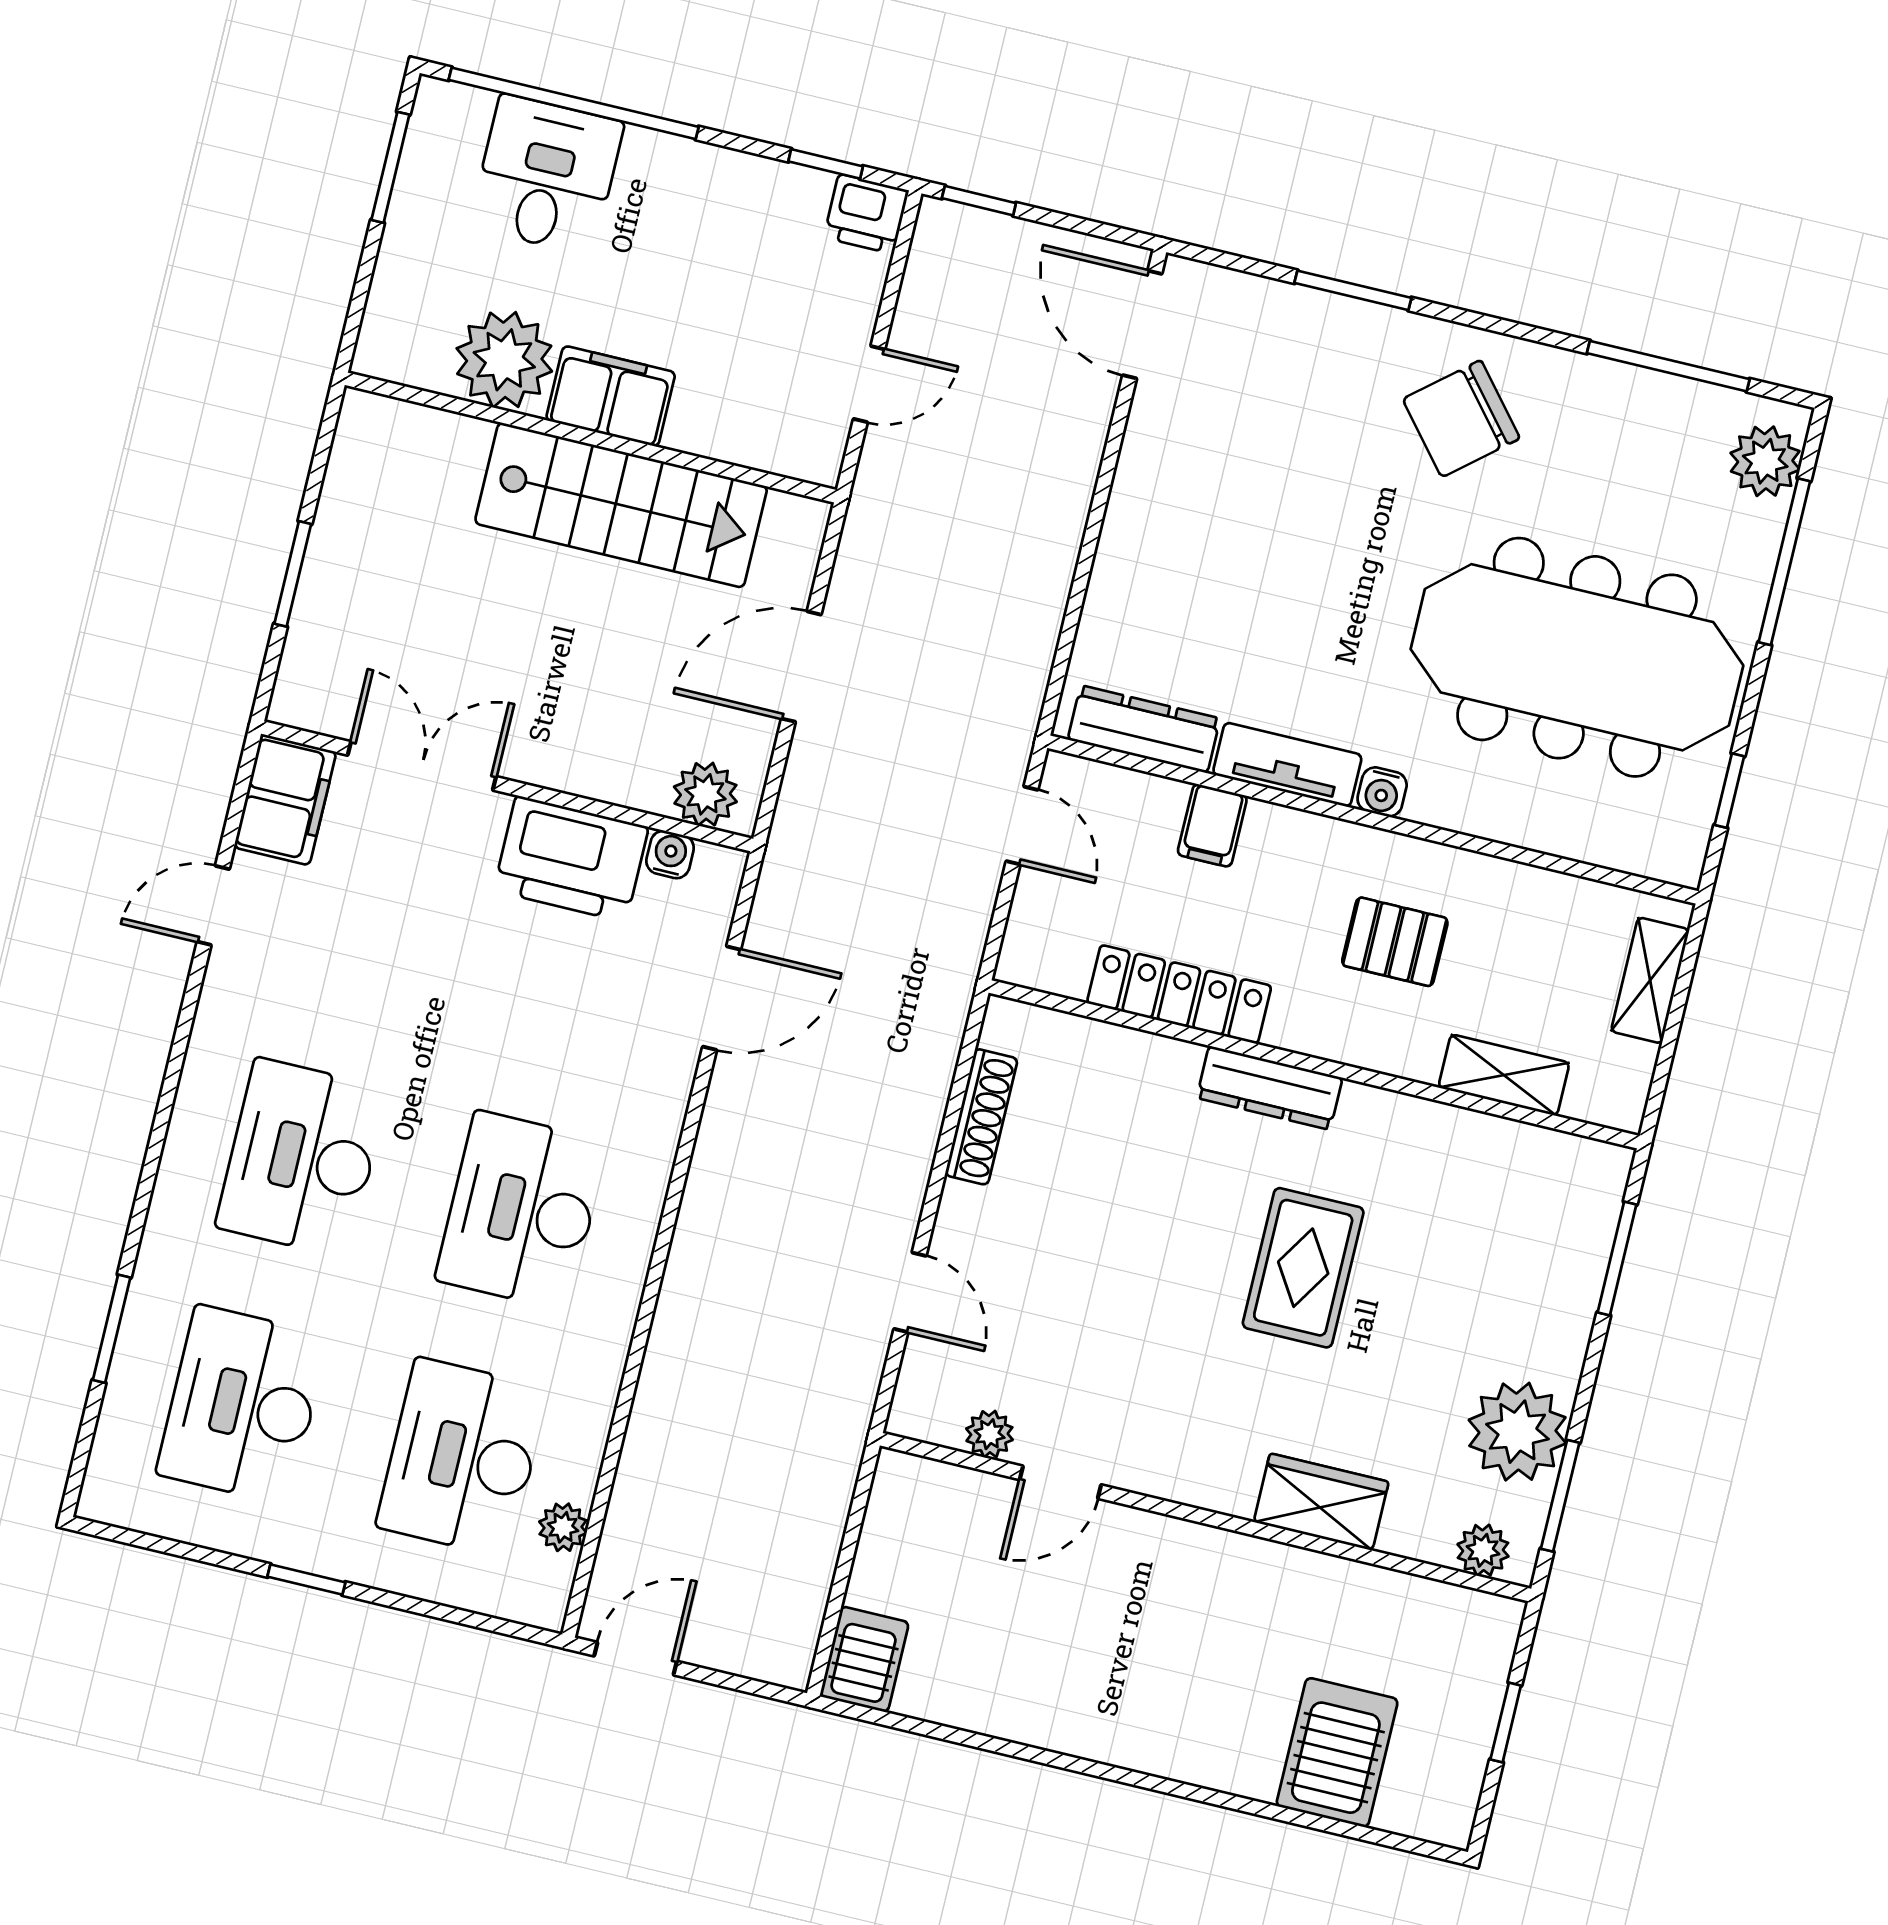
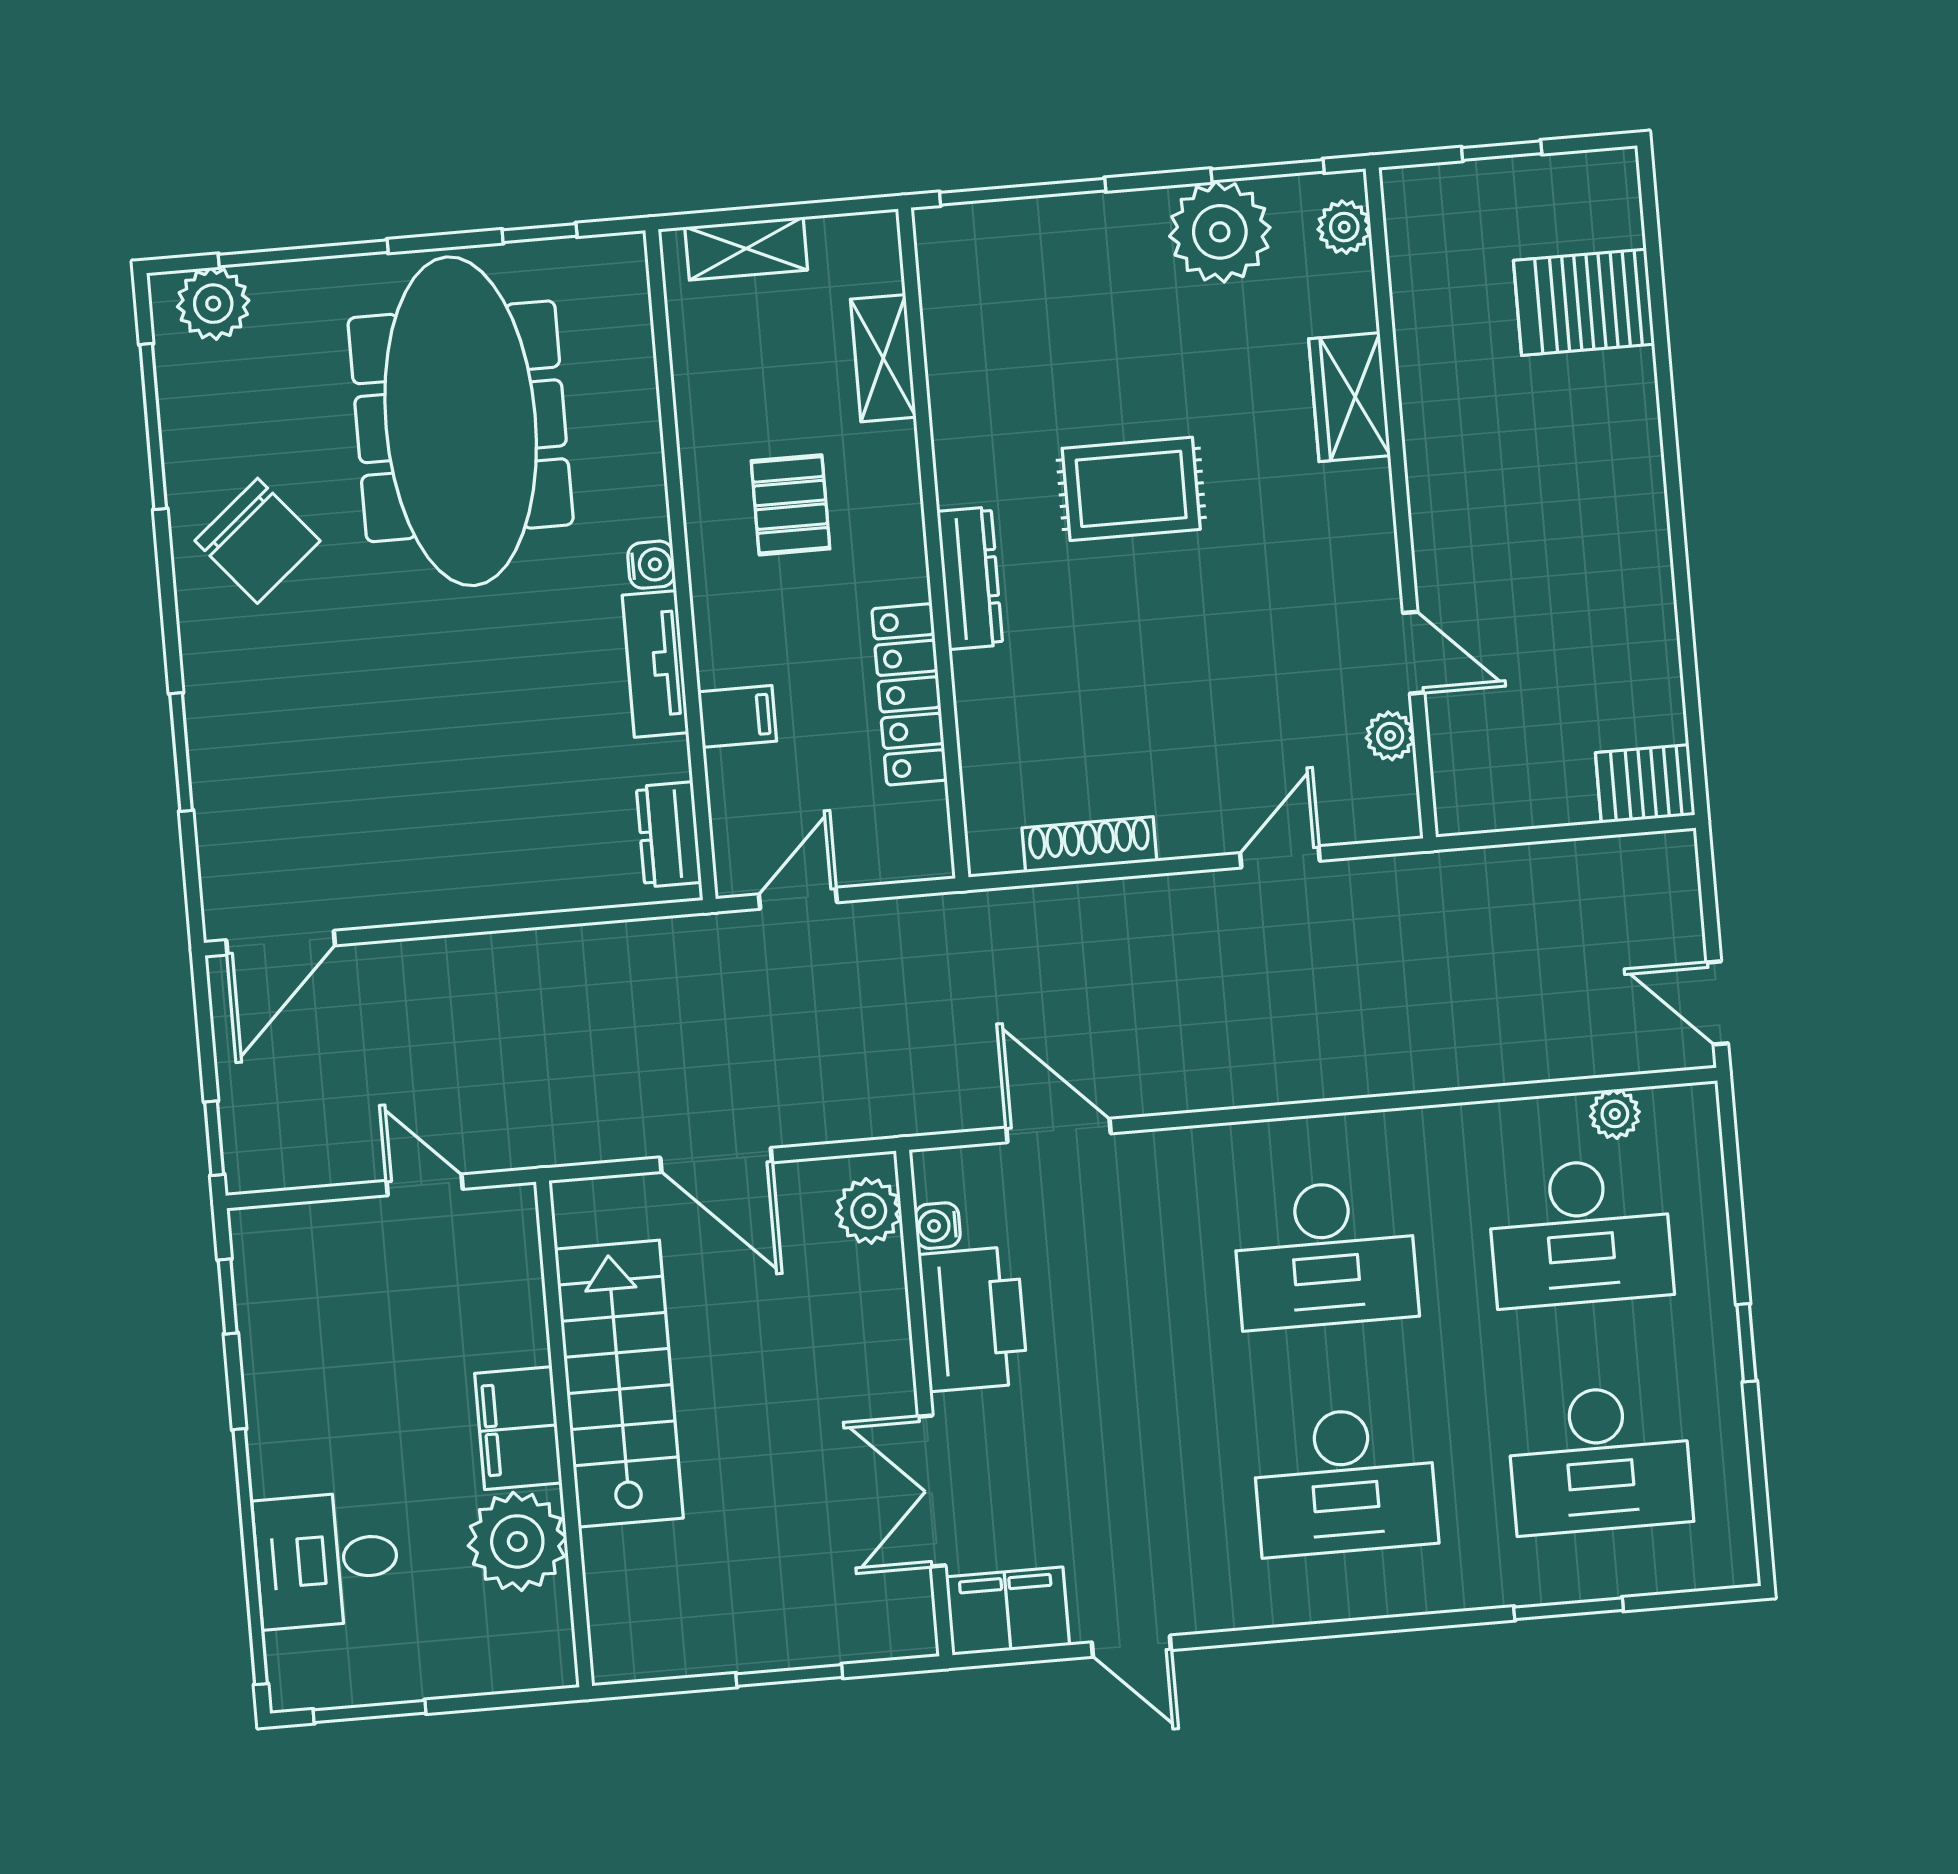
printer: (866, 214) -> (263, 1242), removed
chair: (1461, 419) -> (258, 541), moved
dresser: (1144, 729) -> (669, 834), width x0.70
window: (1617, 1259) -> (1023, 192), width x1.44

